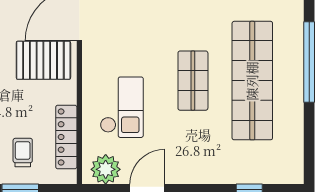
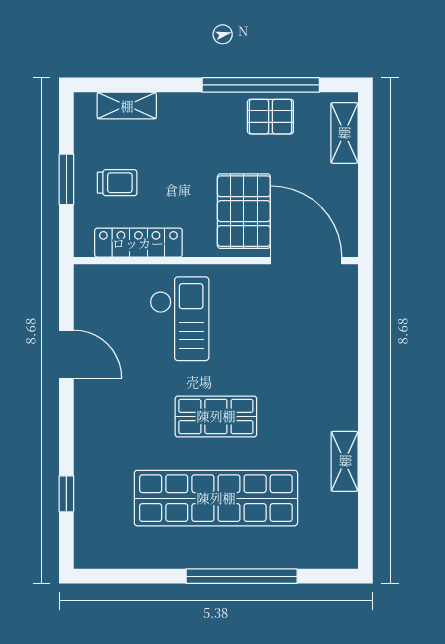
checkout: (122, 107) -> (179, 319), turned -90
plant: (106, 169) -> (94, 297), removed

